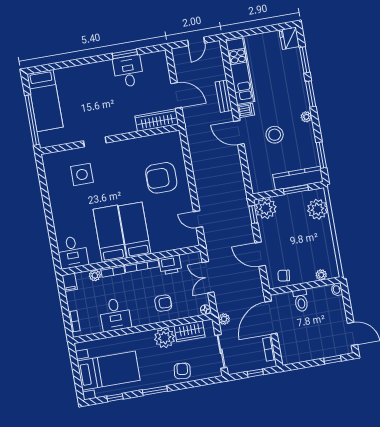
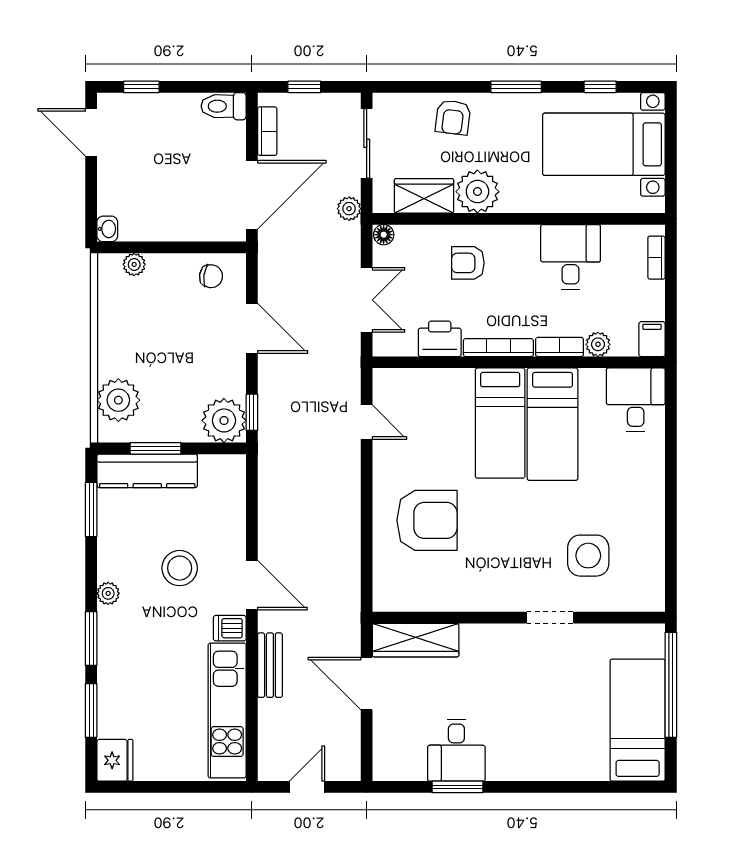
toilet: (301, 300) -> (224, 106), moved, turned -90

